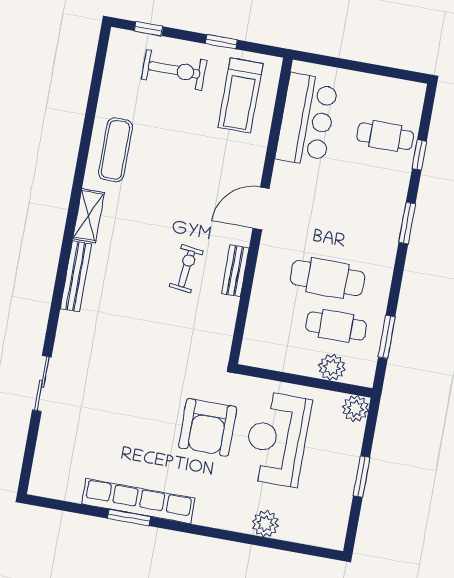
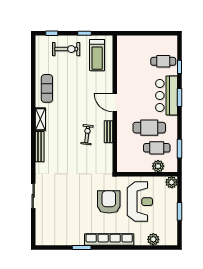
bar counter: (307, 120) -> (167, 96), moved, turned 180
door: (261, 208) -> (115, 103), hinge flipped
armchair: (208, 427) -> (109, 202), turned 180
reception desk: (277, 439) -> (140, 202), turned 180
row of seats: (138, 501) -> (109, 239), moved
plant: (265, 524) -> (153, 239), moved

